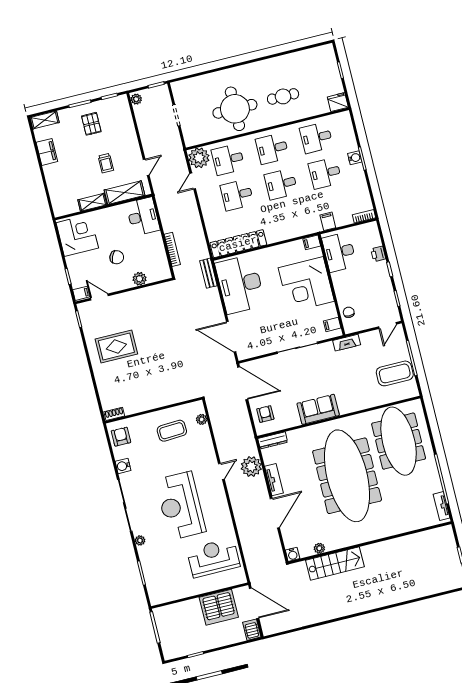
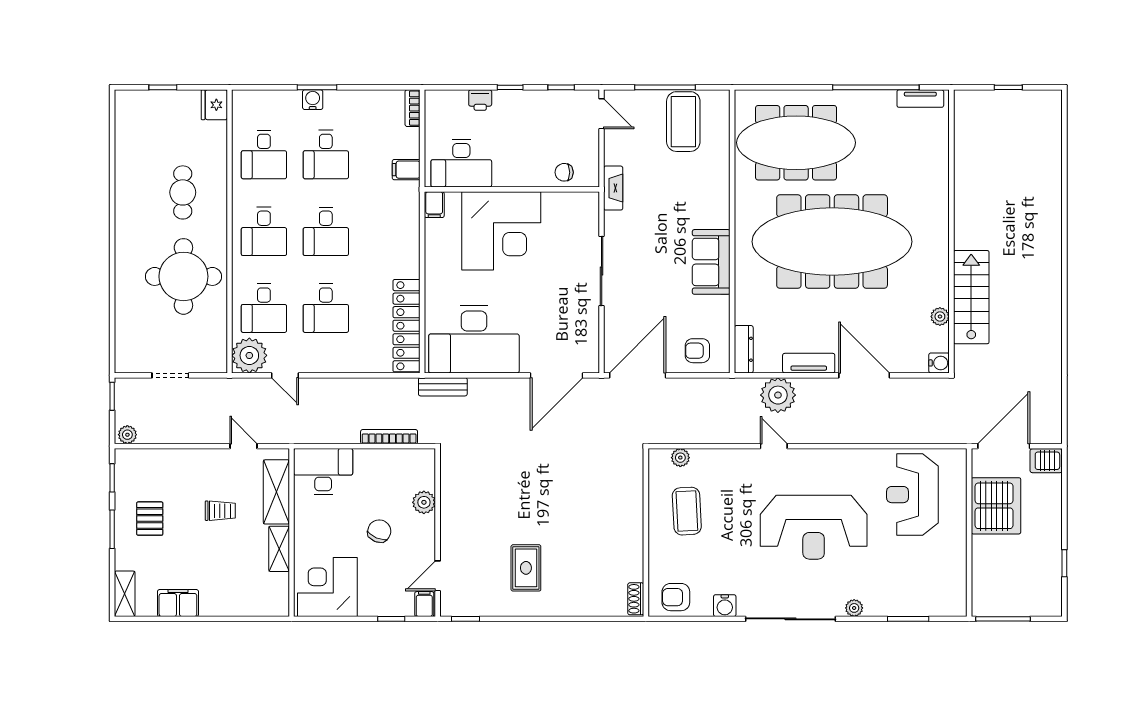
pallet: (91, 124) -> (150, 519), turned 90
filing cabinet: (332, 325) -> (578, 204), removed
rug: (116, 347) -> (526, 568), width x0.73, depth x0.70

